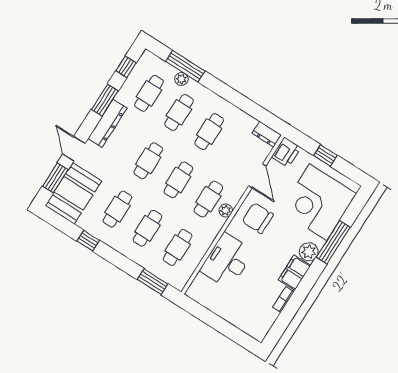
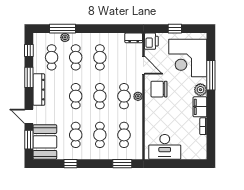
desk: (227, 261) -> (165, 147), moved, turned -90

